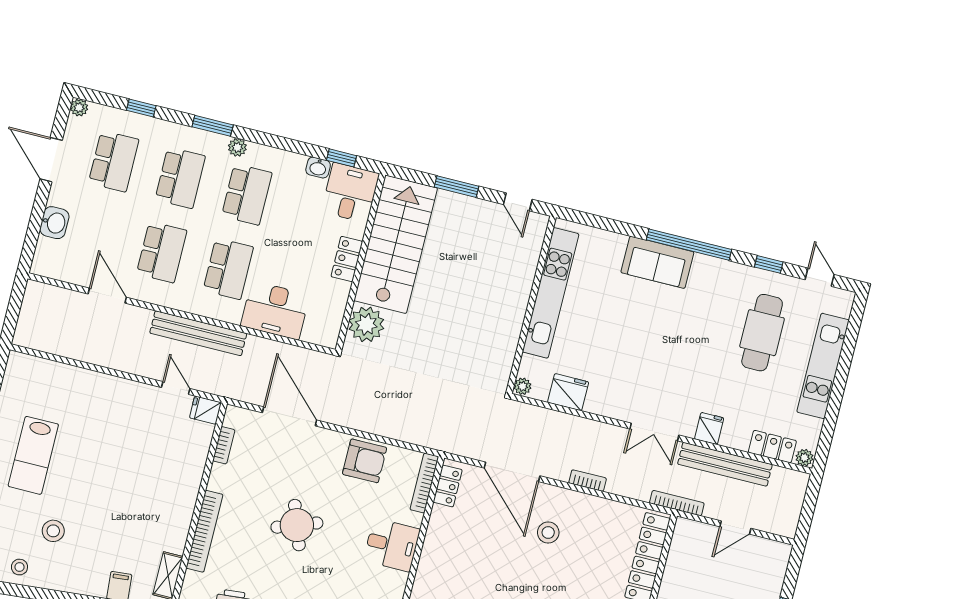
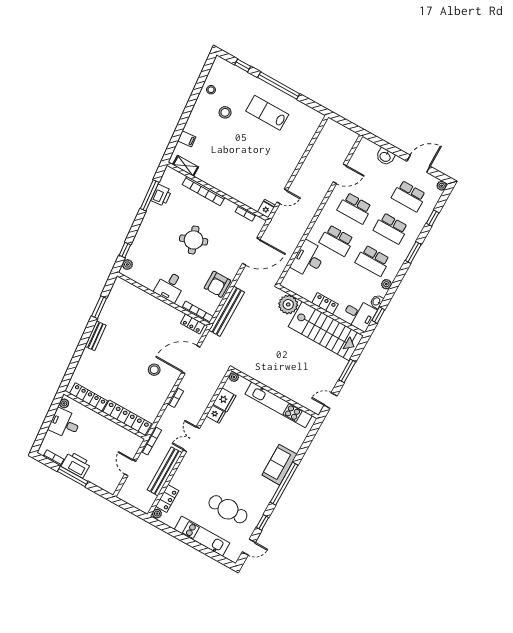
plant: (237, 147) -> (386, 284), moved
bench: (198, 333) -> (227, 311), moved
fridge: (709, 428) -> (216, 414), moved

